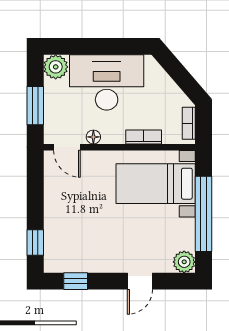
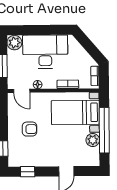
armchair: (79, 211) -> (29, 129), added
plant: (184, 262) -> (93, 140), moved

